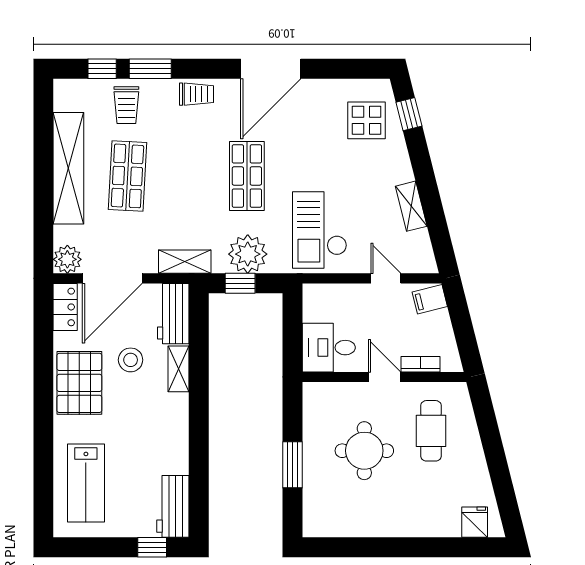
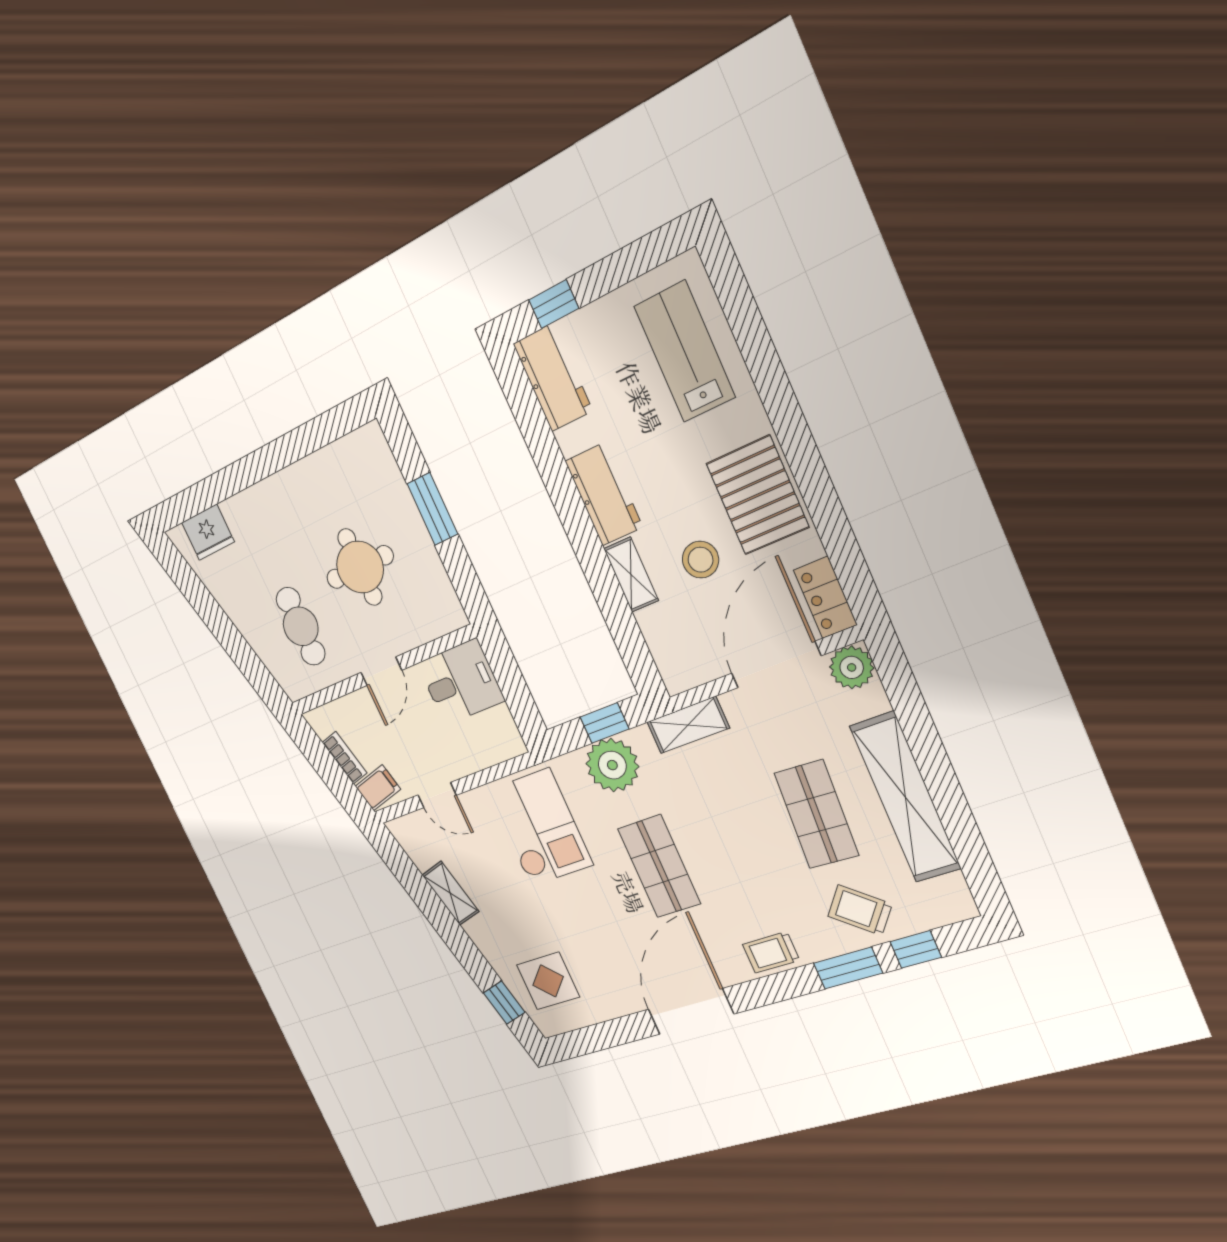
trolley: (126, 105) -> (860, 910), turned -51
workbench: (173, 314) -> (604, 494), moved
bookcase: (421, 364) -> (345, 758), moved, turned -104
door: (385, 377) -> (381, 671), hinge flipped
fridge: (475, 522) -> (208, 532), width x1.38

